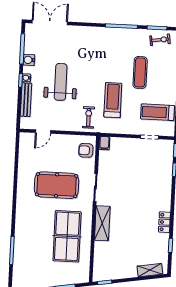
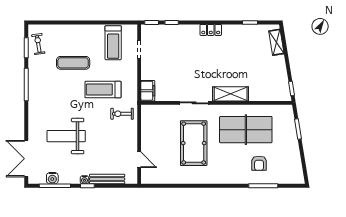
water cooler: (29, 60) -> (52, 178), moved
weight bench: (61, 82) -> (66, 136), moved
filing cabinet: (104, 143) -> (148, 91), width x2.00
armchair: (86, 150) -> (259, 163), moved
locker: (164, 222) -> (211, 30), moved

